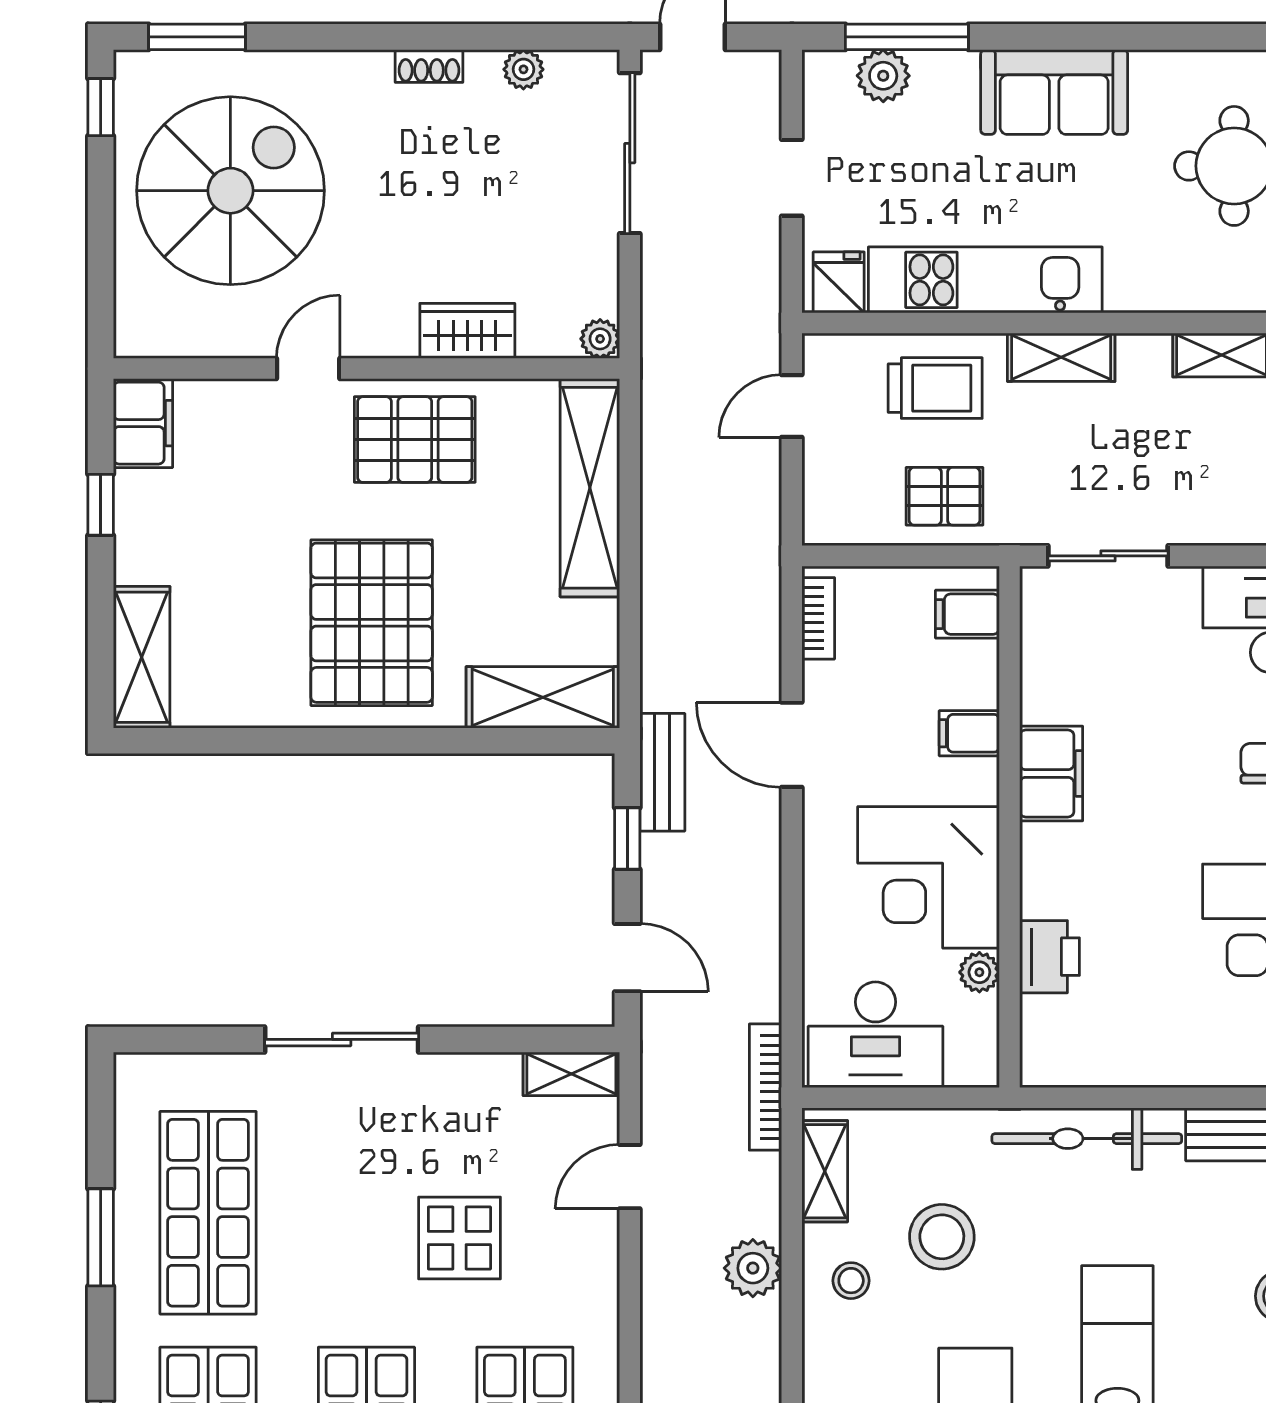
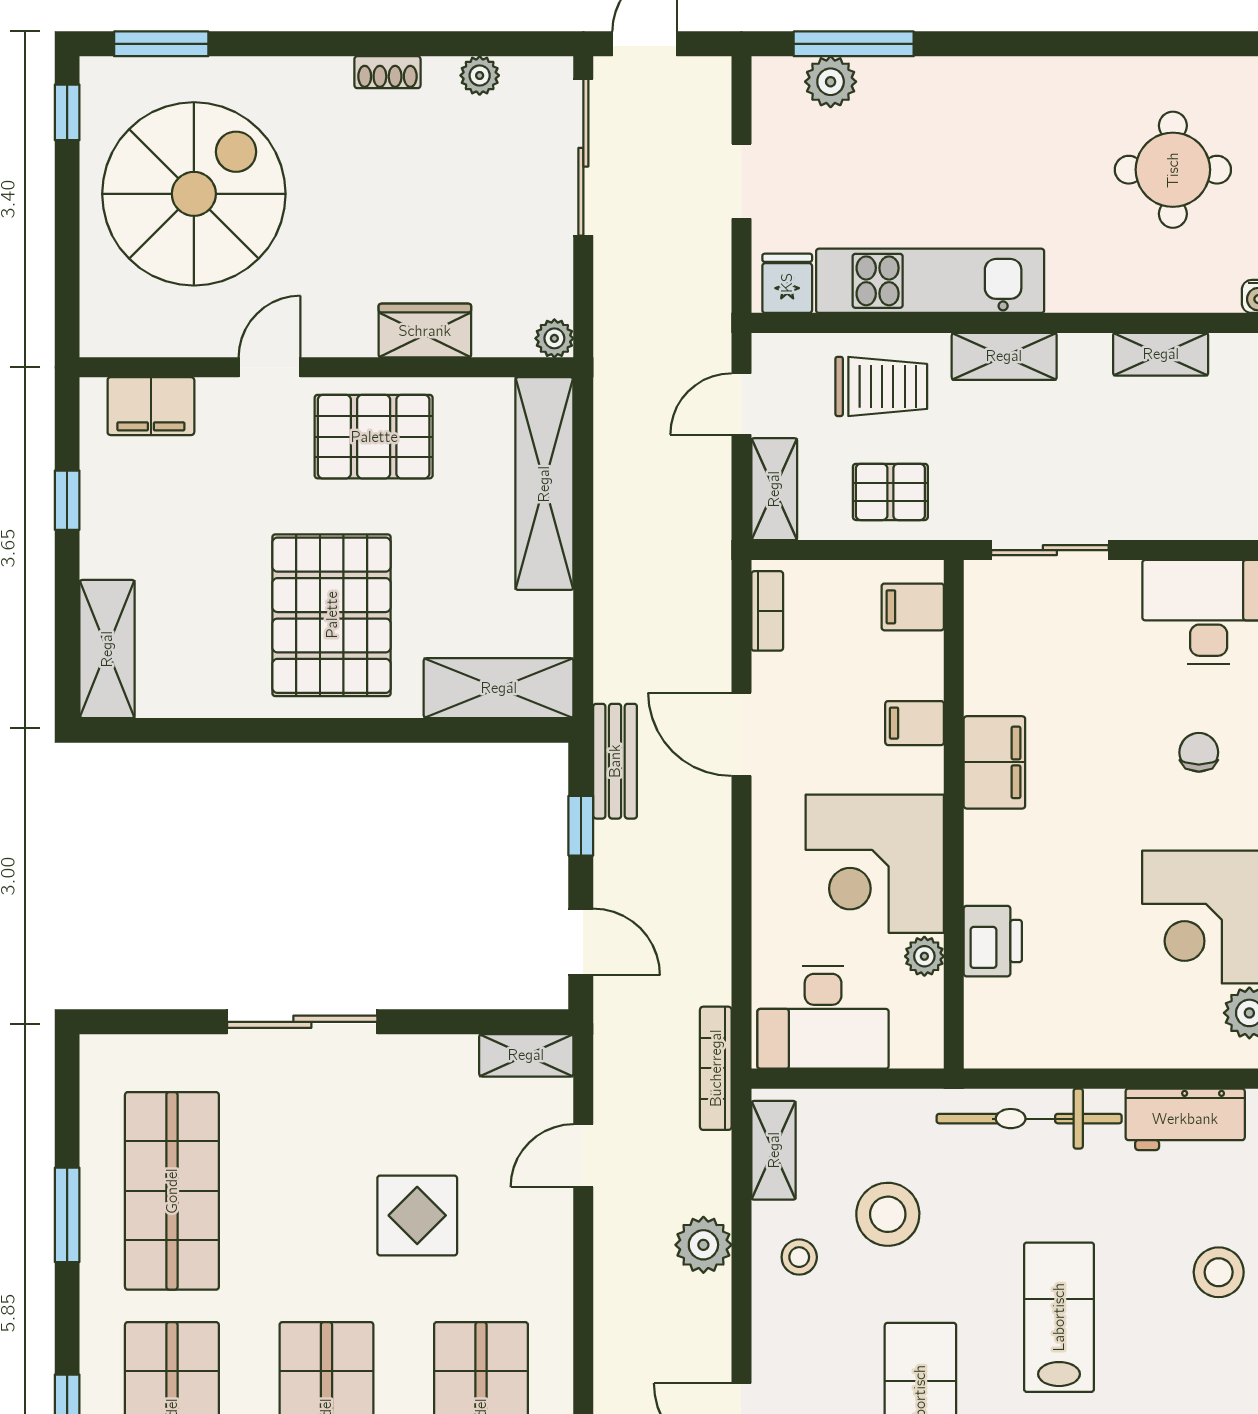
sofa: (1054, 92) -> (997, 98), removed
filing cabinet: (143, 423) -> (151, 406), moved, turned 90
shelving: (825, 493) -> (774, 489), added

